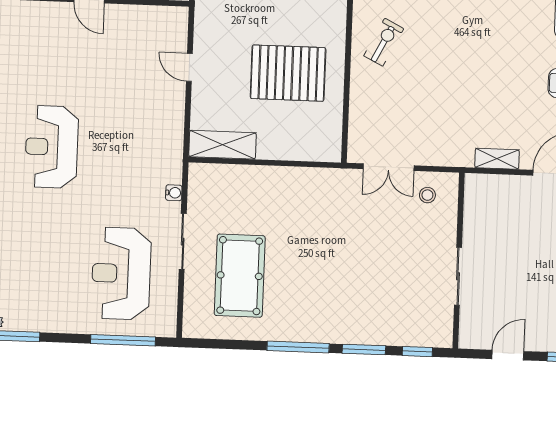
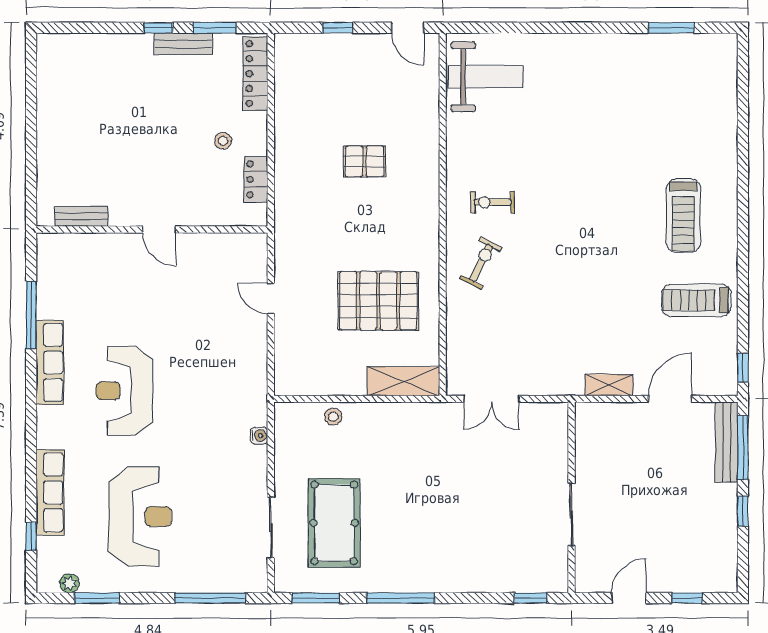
shelving: (222, 145) -> (403, 381), moved
stool: (427, 195) -> (333, 417), moved
sliding door: (183, 242) -> (271, 528), moved
reception desk: (121, 273) -> (140, 517), moved, turned 180
window: (364, 350) -> (316, 598), moved

